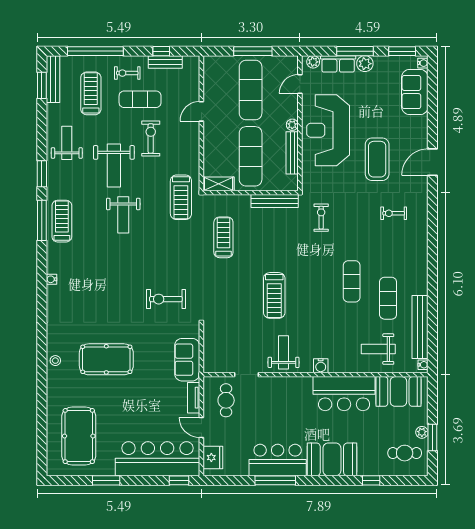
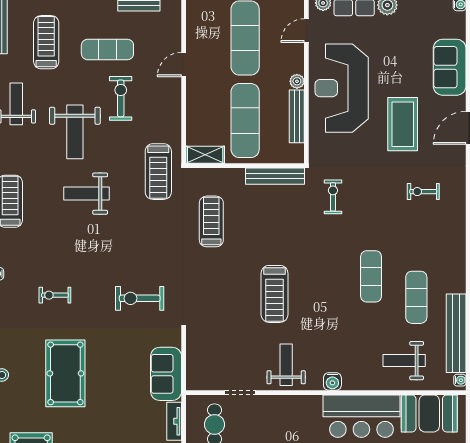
exercise bike: (127, 73) -> (55, 295), moved
sofa: (415, 92) -> (450, 67), moved
weight bench: (123, 215) -> (86, 194), turned 90
pool table: (106, 359) -> (65, 373), turned 90

